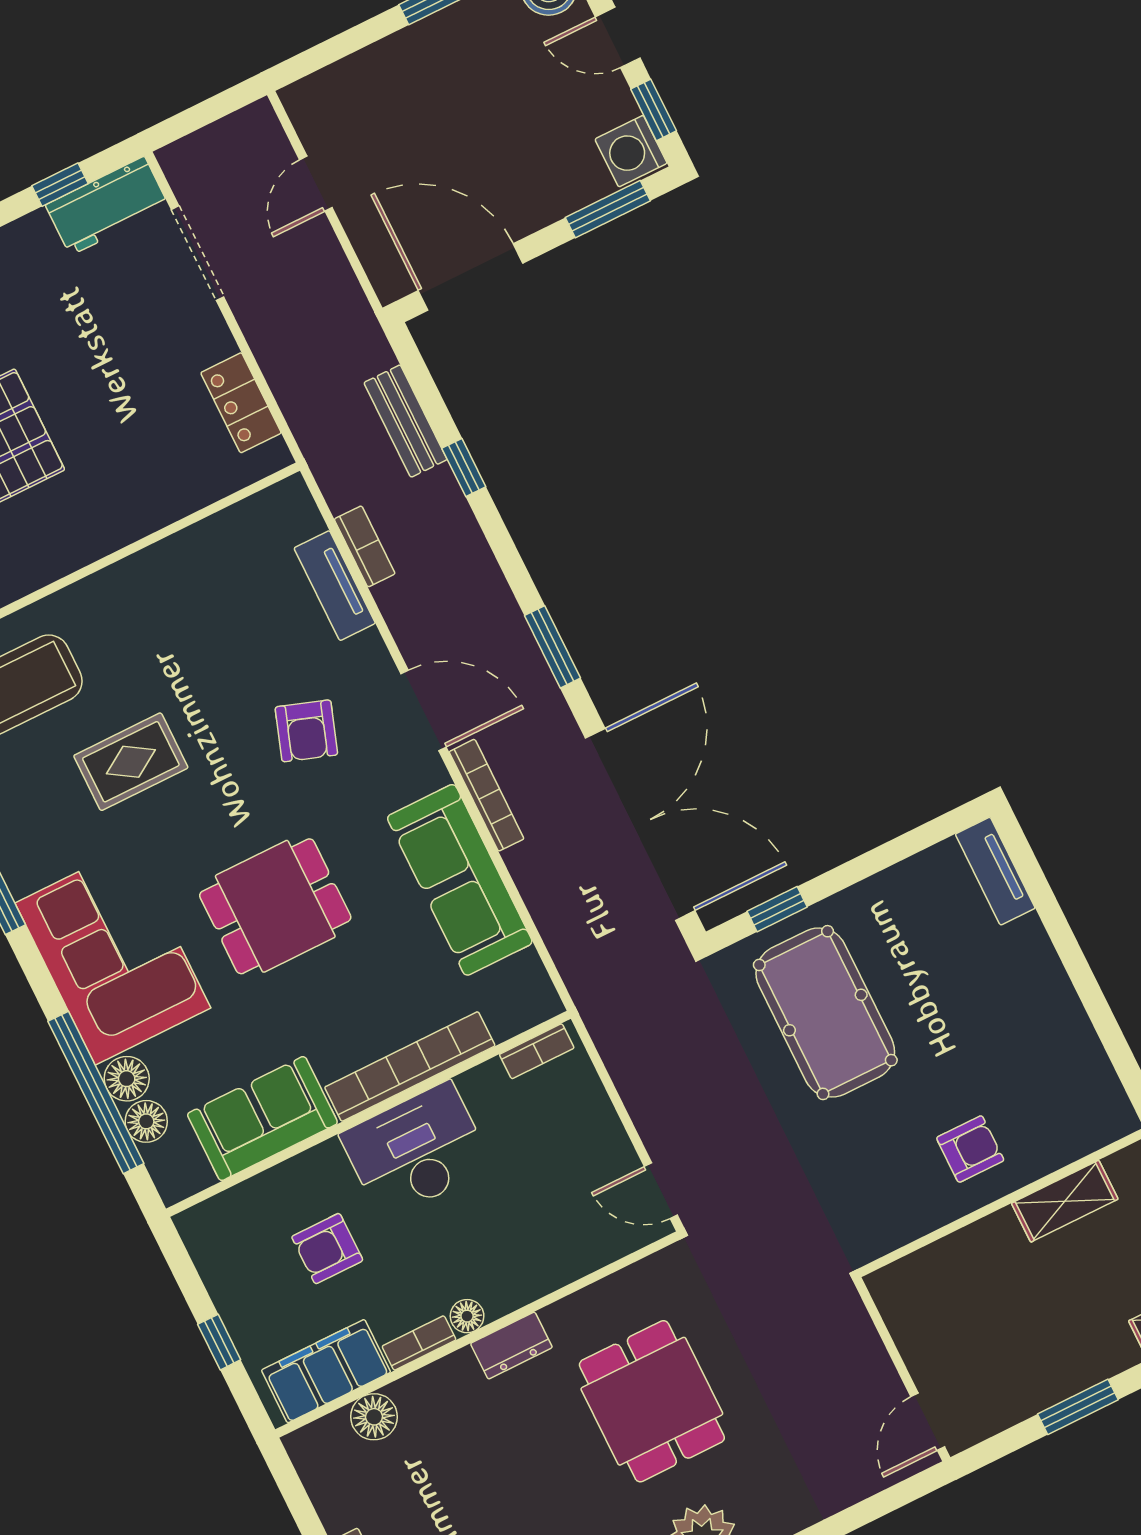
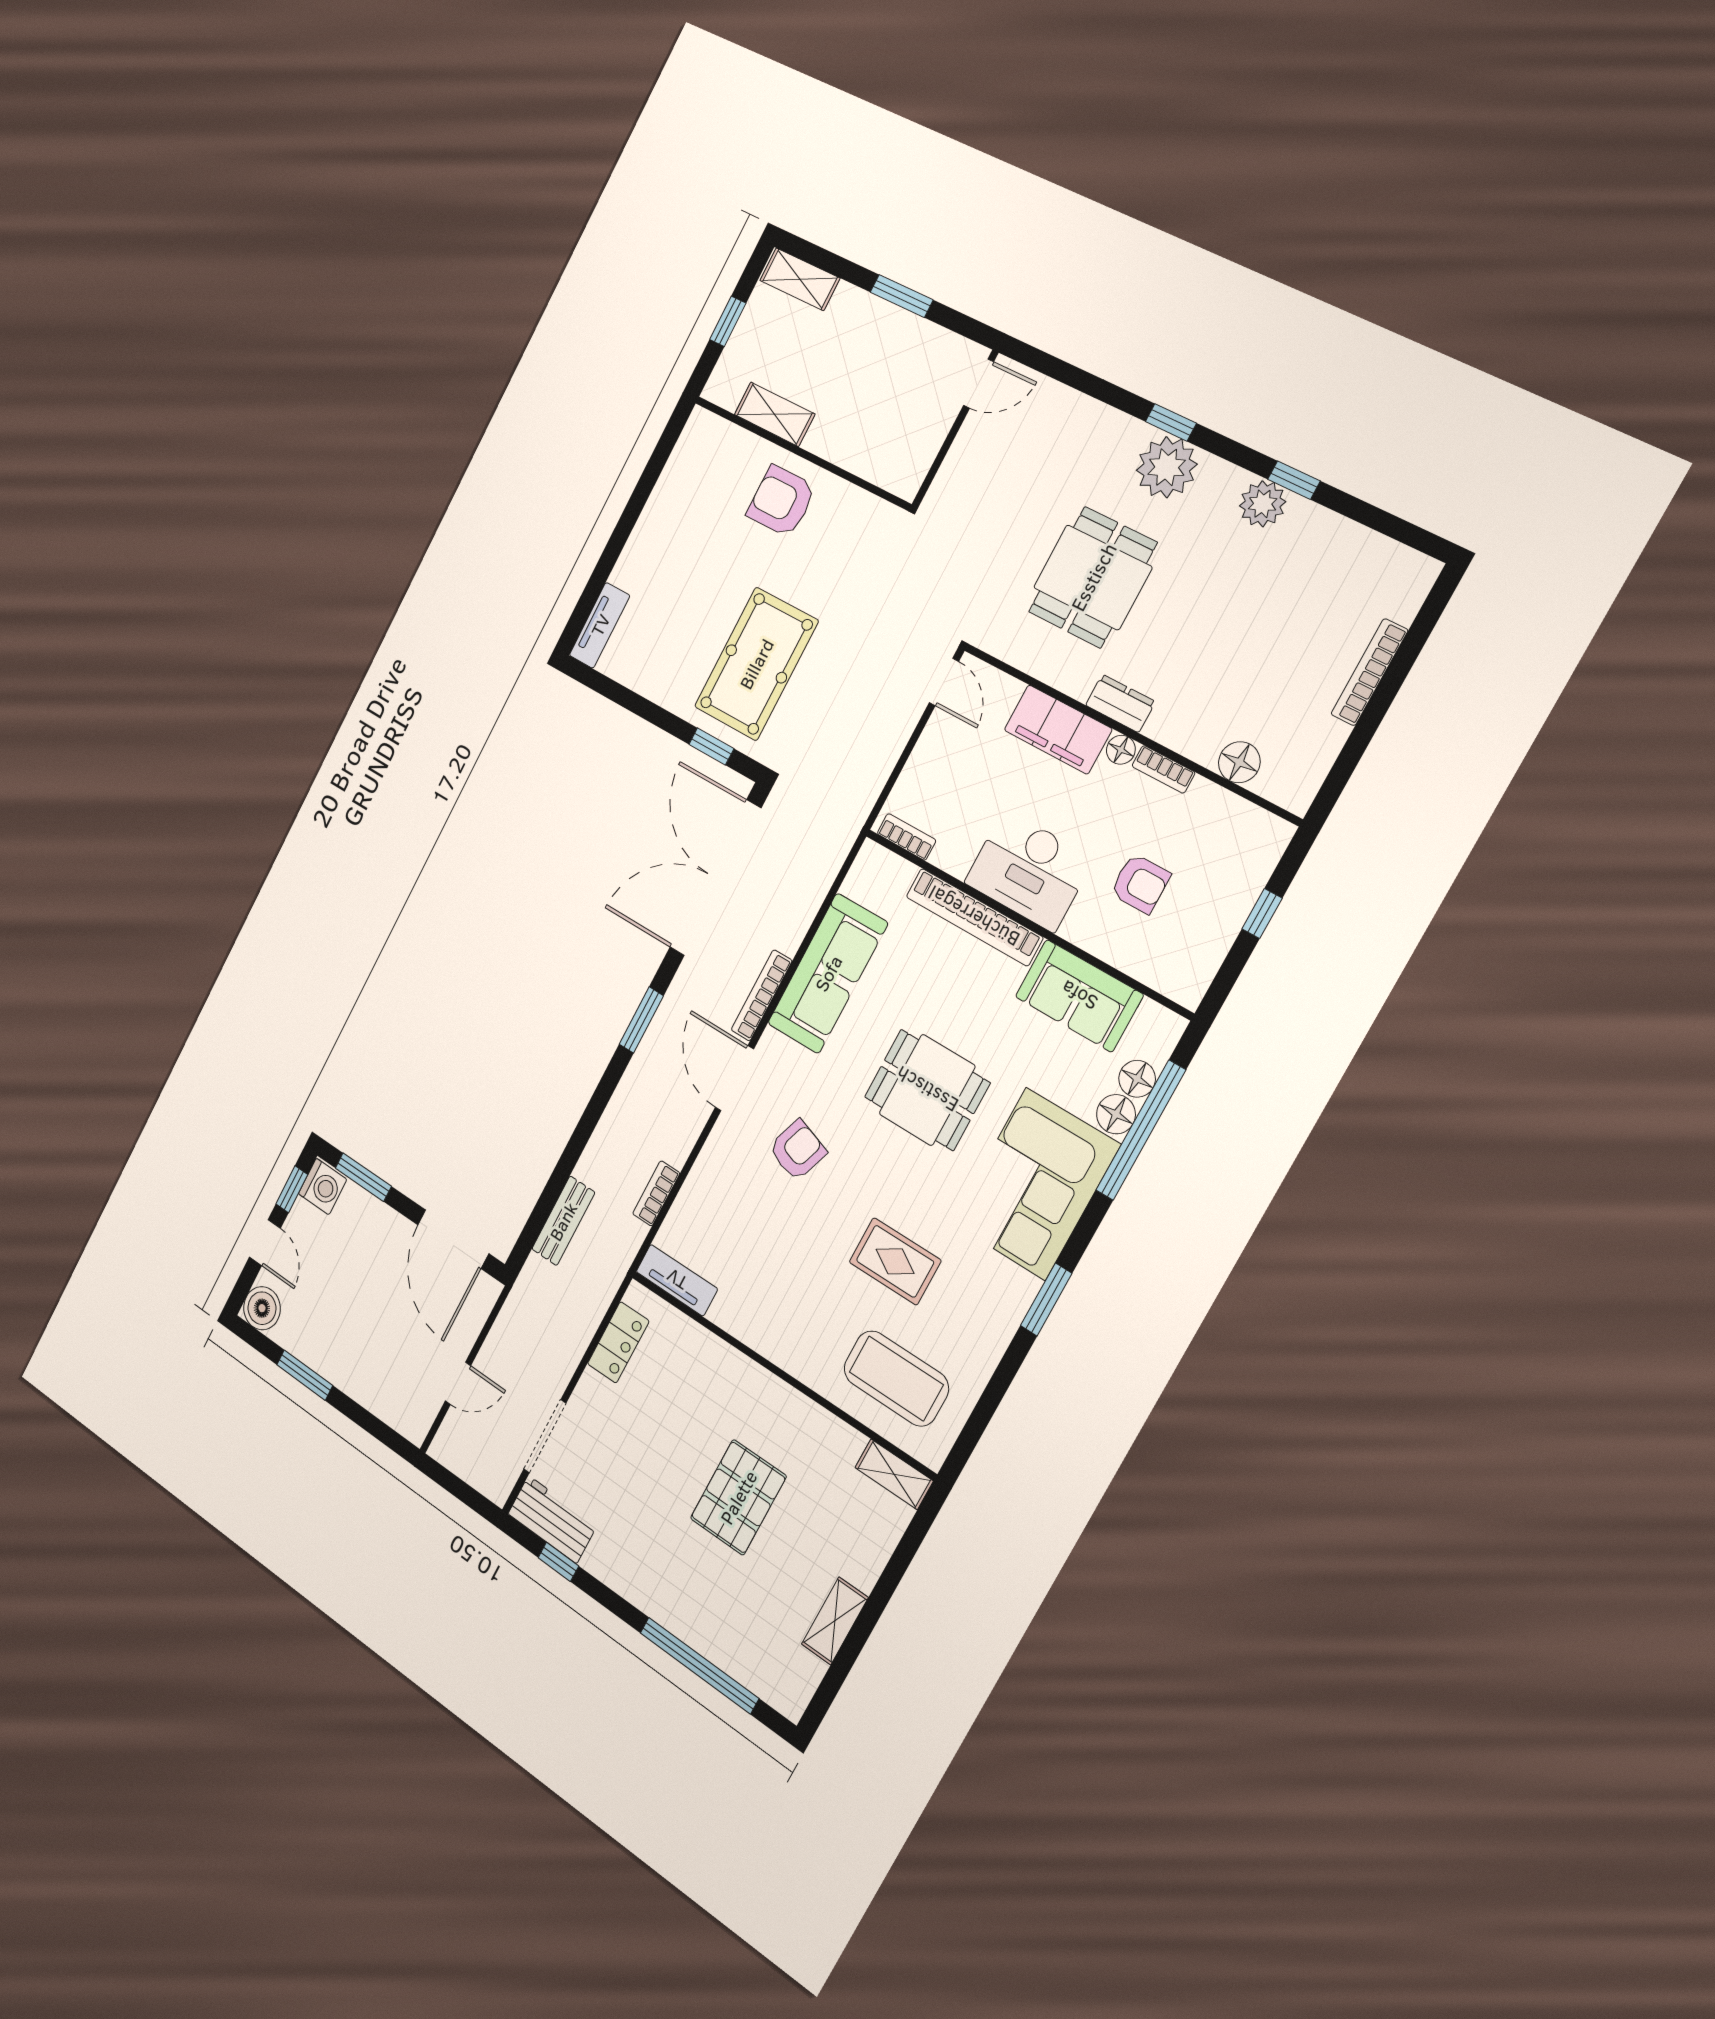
window: (464, 467) -> (568, 1161), removed
tv unit: (335, 586) -> (677, 1280), moved, turned -90
armchair: (970, 1149) -> (781, 501), width x1.38, depth x1.38
filing cabinet: (326, 1371) -> (1058, 729), moved

